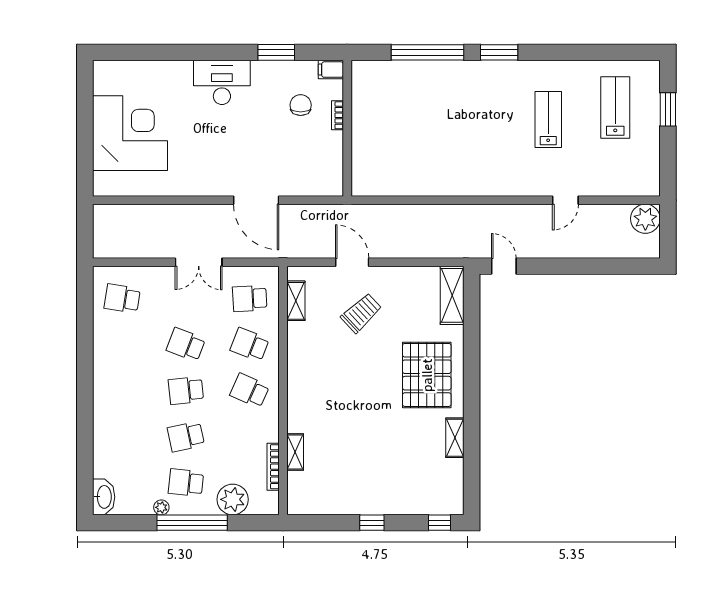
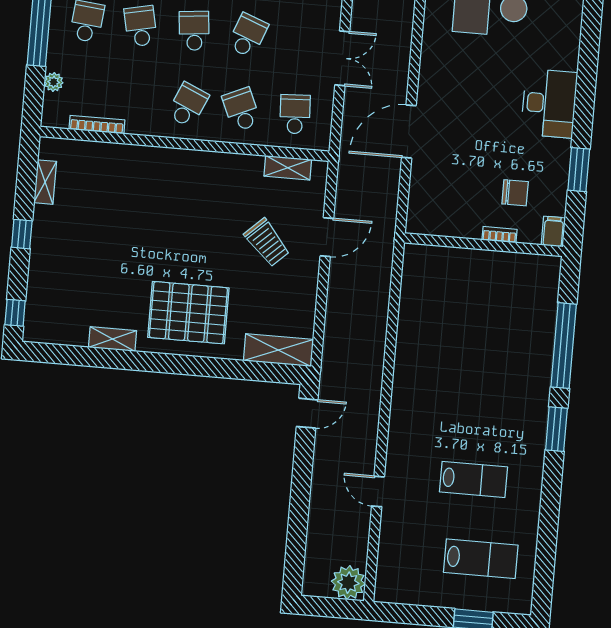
double door: (199, 262) -> (342, 58), swing flipped
school desk: (250, 345) -> (241, 110), turned -45
shelving: (295, 452) -> (45, 182), moved, turned 90
plant: (233, 499) -> (54, 82), width x0.53, depth x0.53

